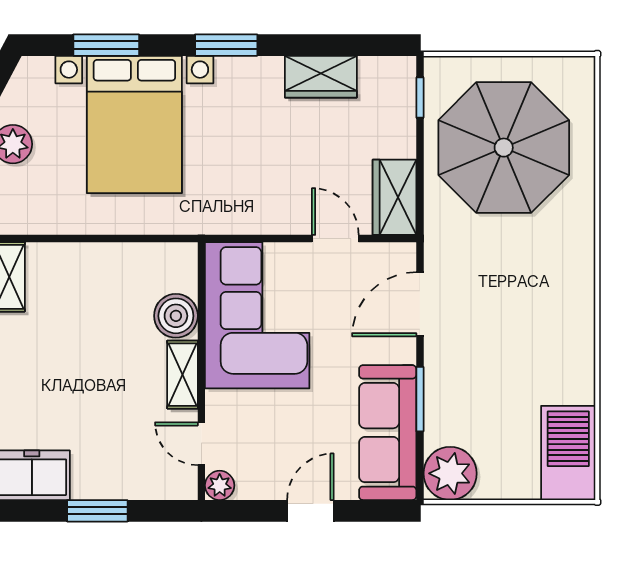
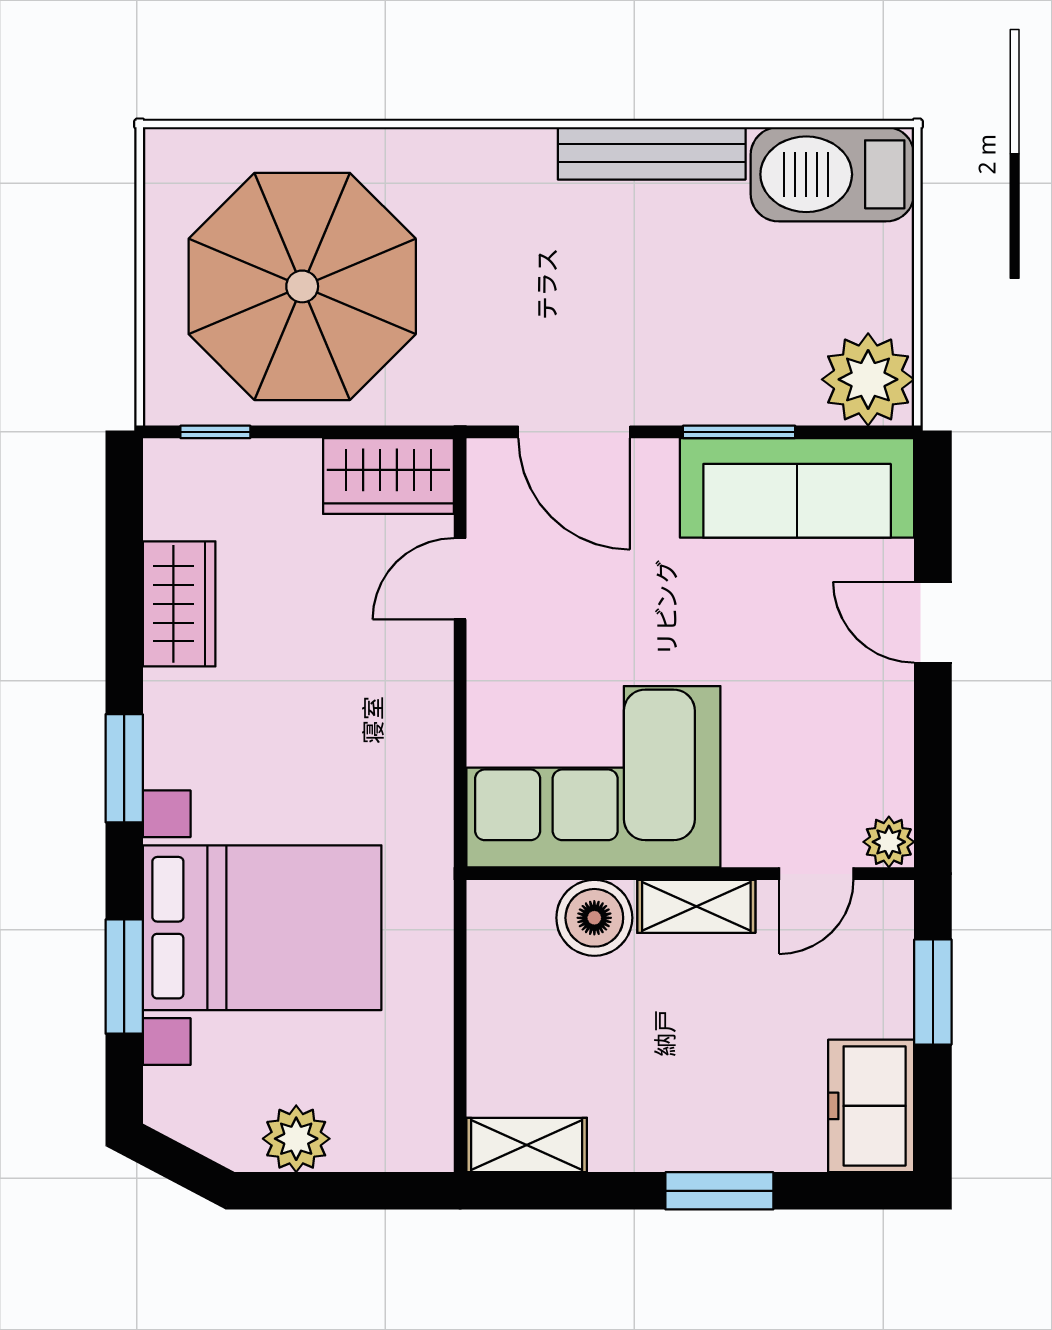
corner sofa: (257, 315) -> (593, 777), moved
boiler: (176, 316) -> (594, 918), moved
bench: (580, 349) -> (652, 153), added
wall: (201, 371) -> (690, 874), moved
shelving: (183, 375) -> (696, 906), moved
door: (201, 444) -> (816, 874), moved
plant: (220, 485) -> (889, 842), moved

